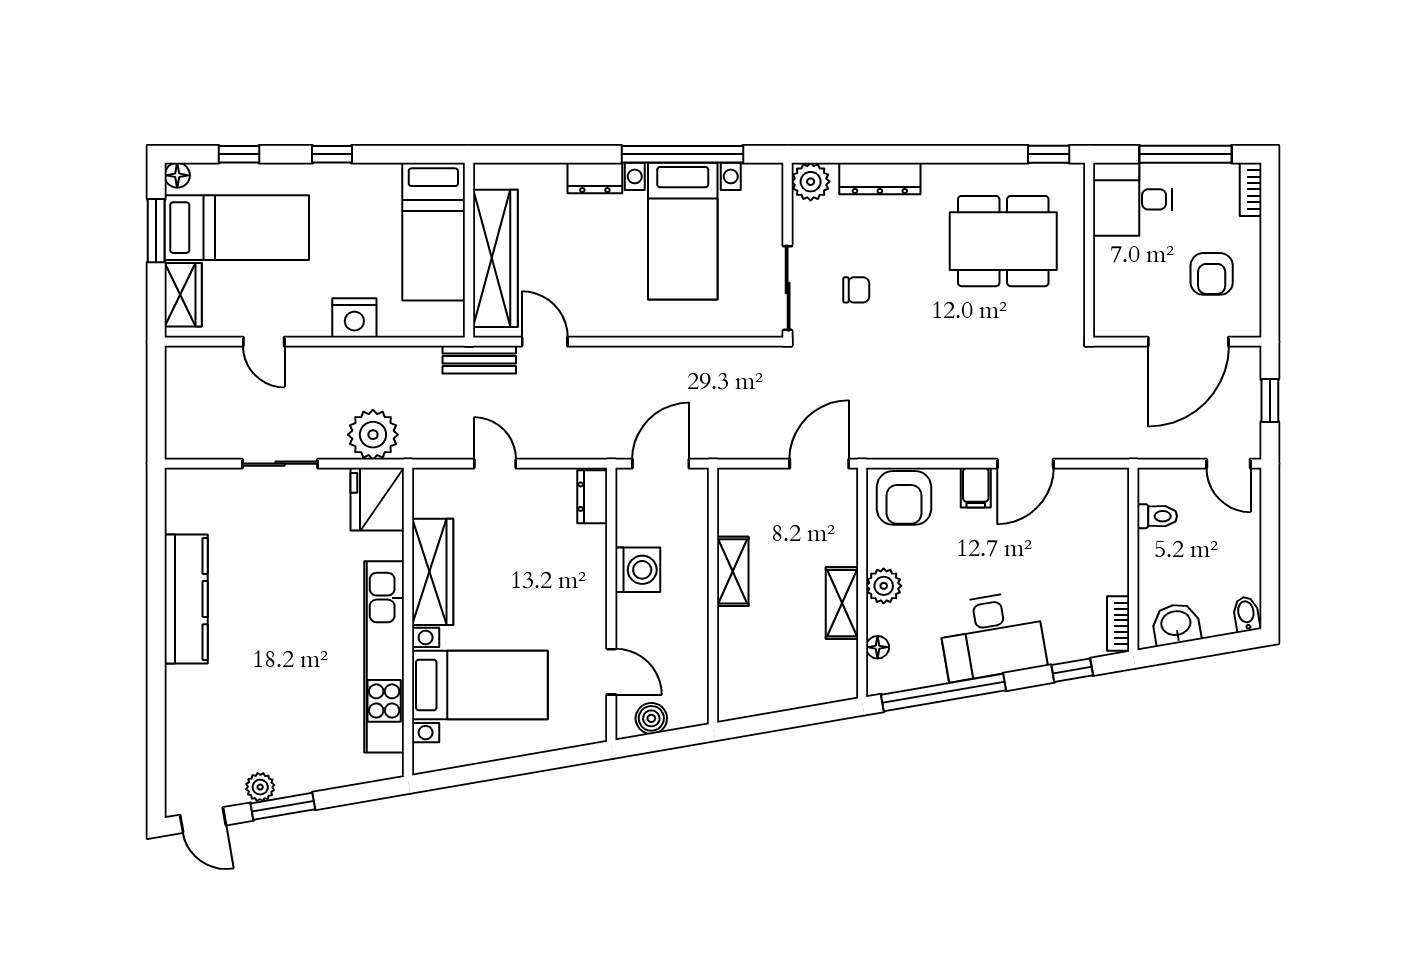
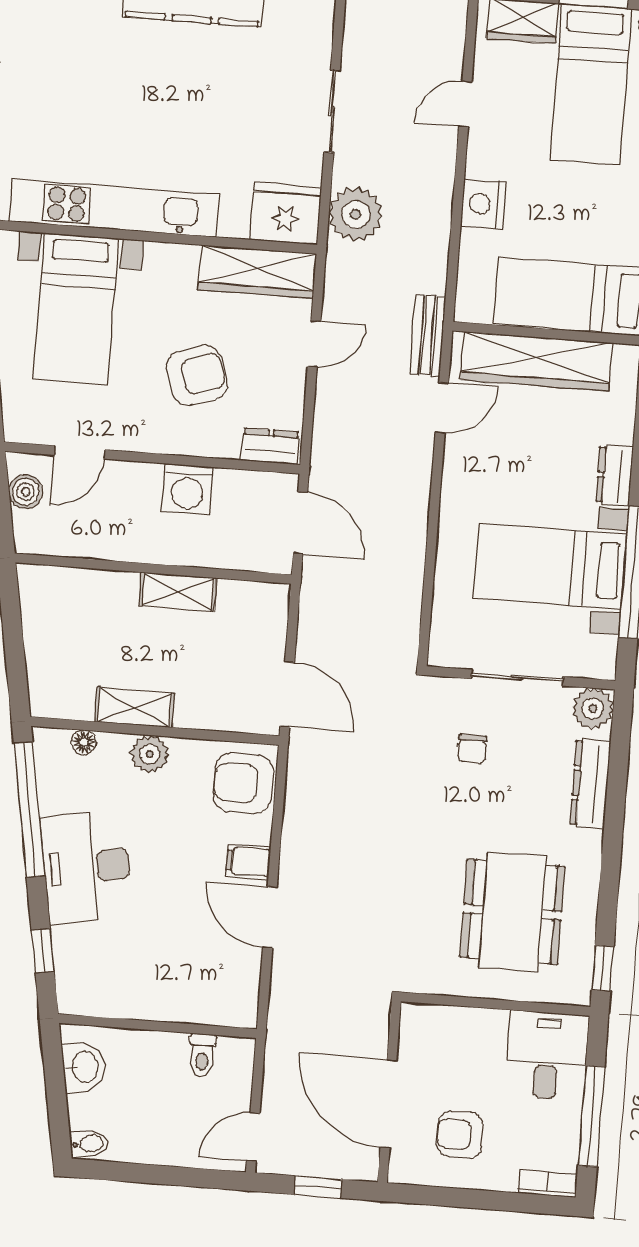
sliding door: (788, 288) -> (517, 678), moved
armchair: (532, 569) -> (197, 375), added
wardrobe: (433, 572) -> (257, 272), moved
bookcase: (1118, 623) -> (90, 1004), removed

